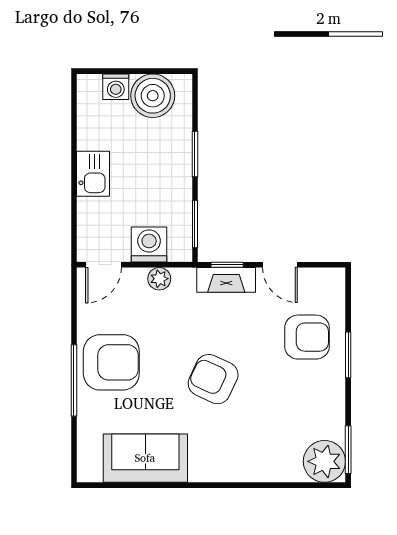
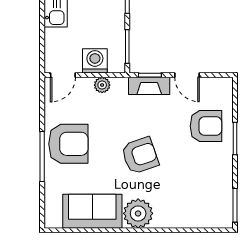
armchair: (213, 379) -> (140, 156), turned 136
plant: (324, 461) -> (138, 213), moved

